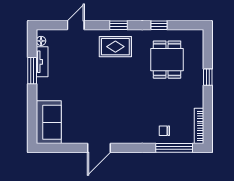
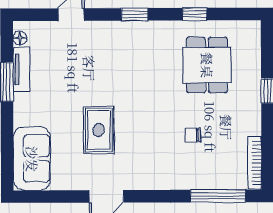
rug: (115, 47) -> (99, 130), moved, turned 90
chair: (164, 131) -> (193, 135), moved

